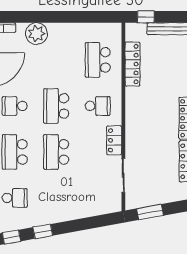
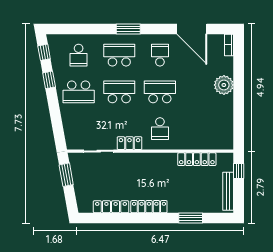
plant: (36, 34) -> (224, 85), moved
school desk: (98, 60) -> (79, 92), moved, turned 180

